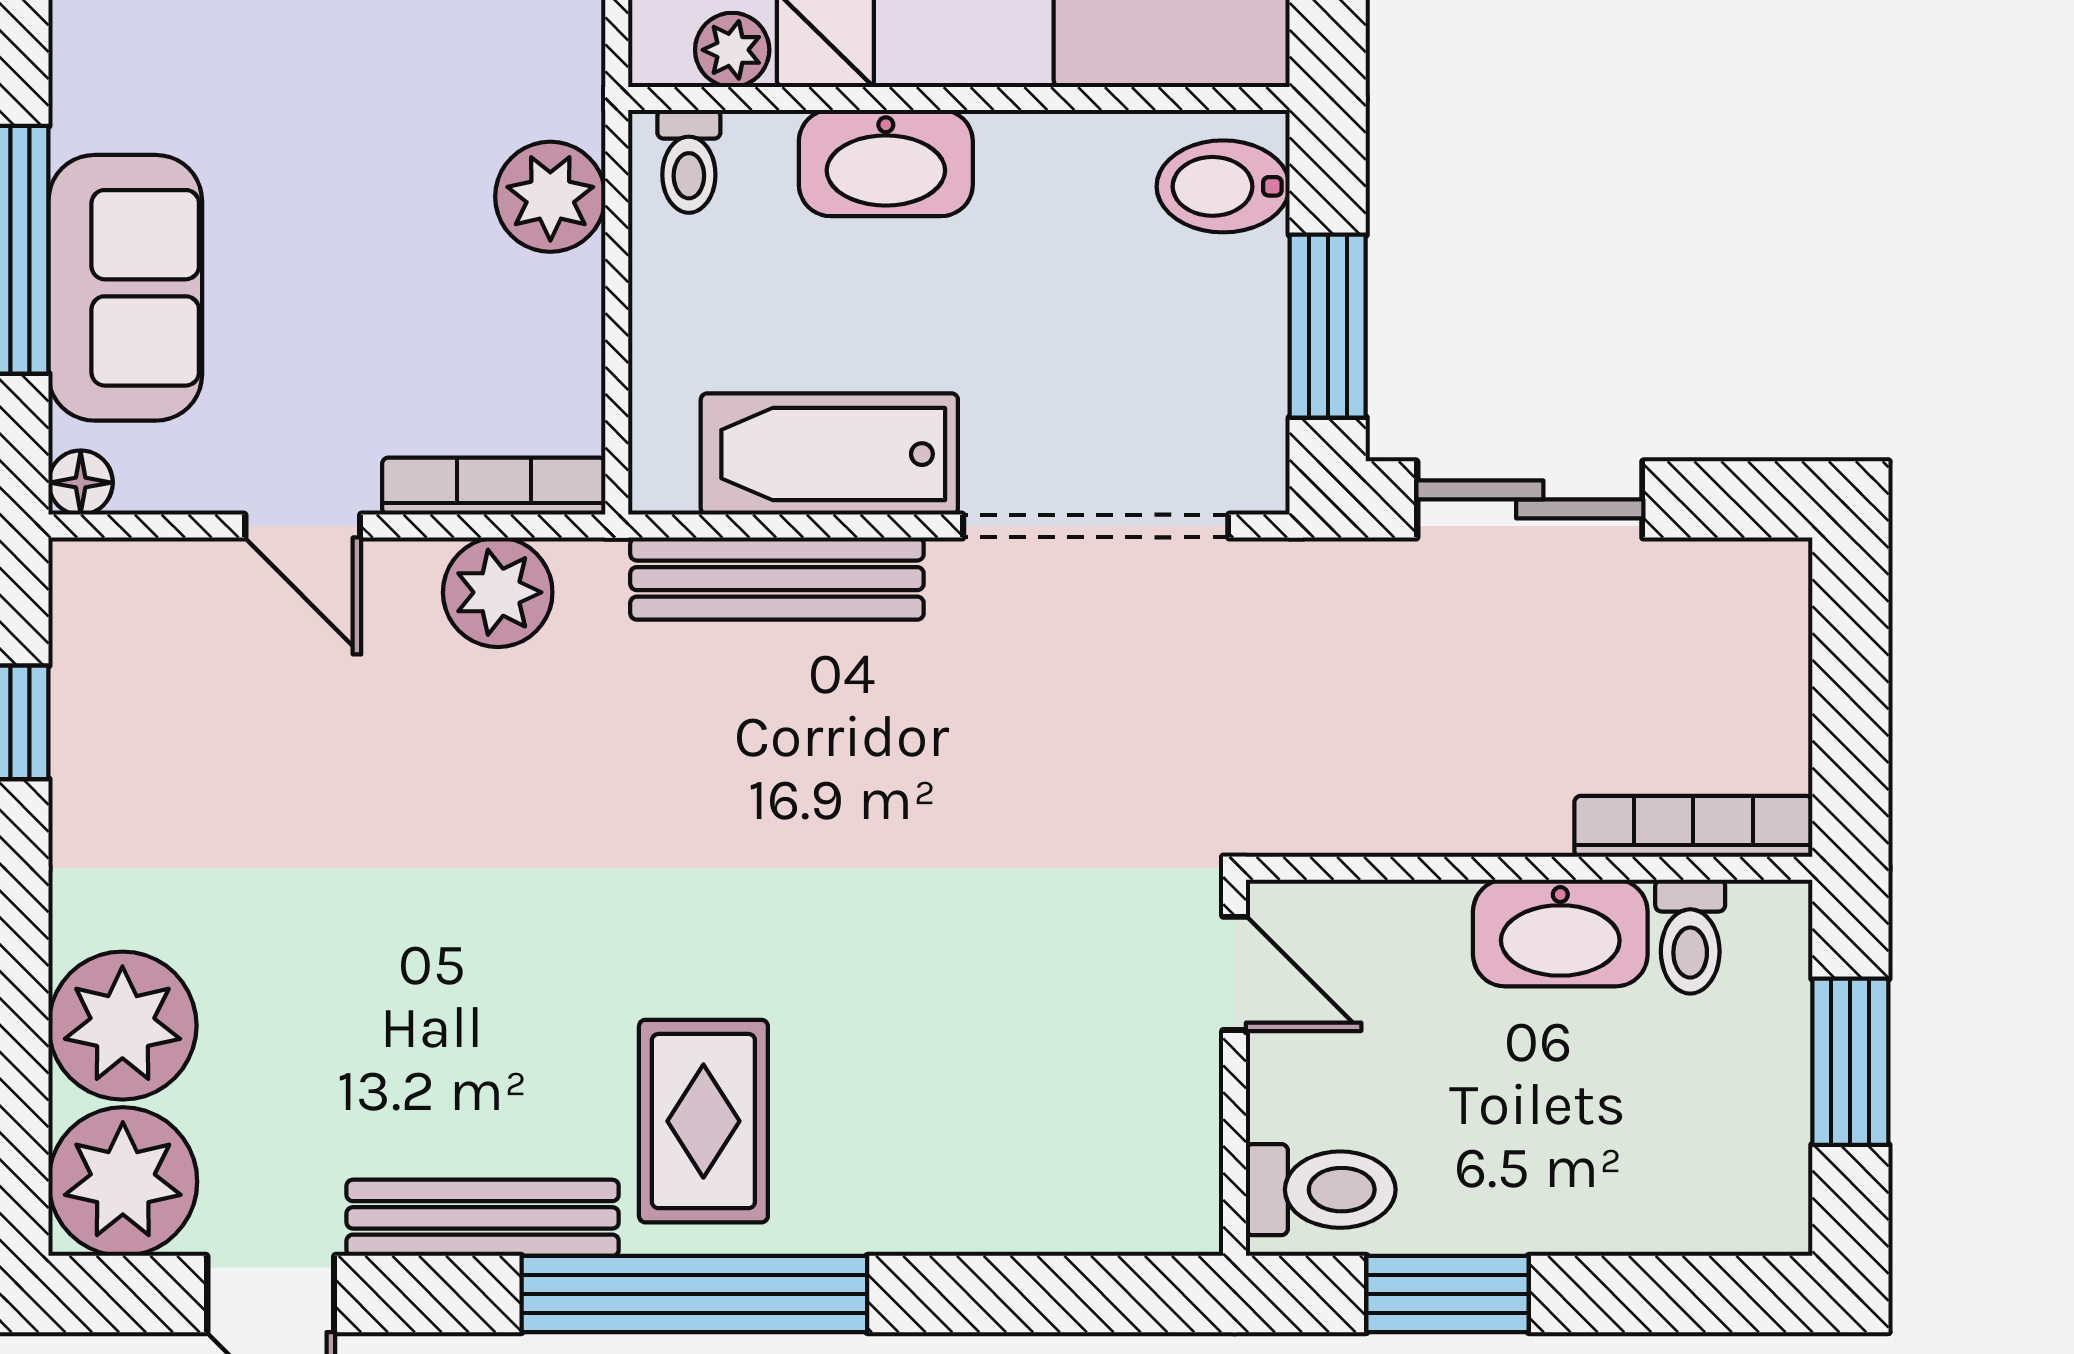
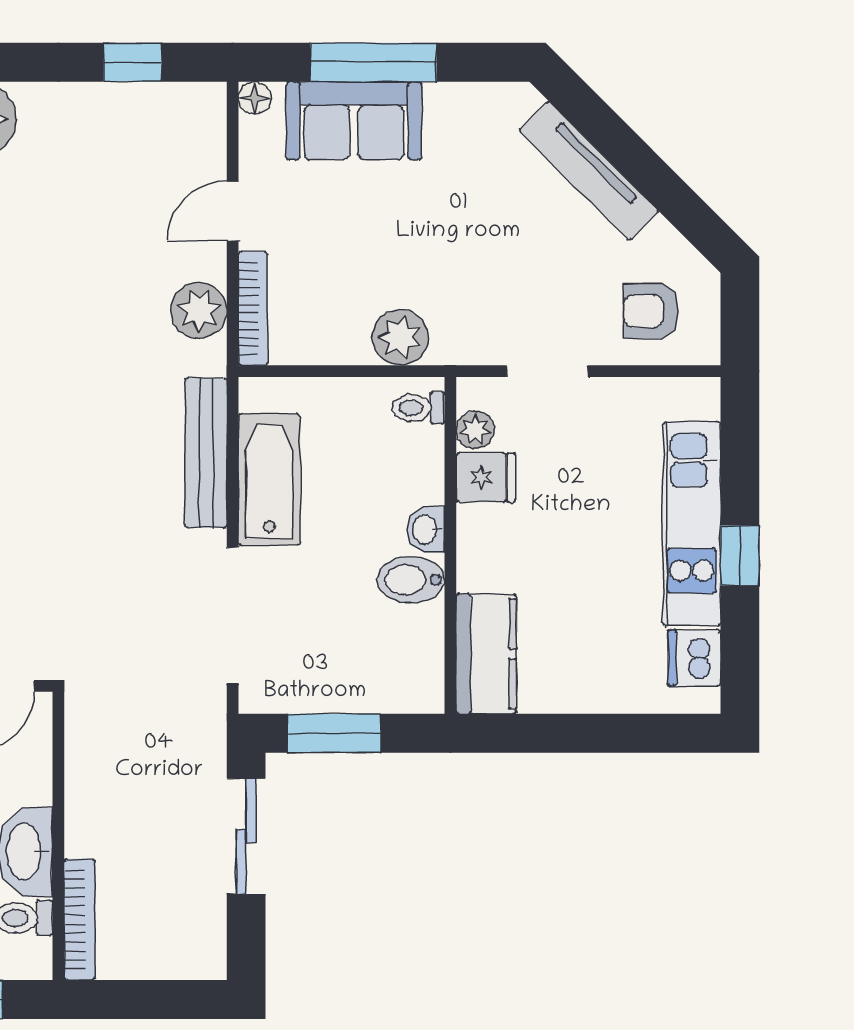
washbasin: (886, 163) -> (426, 529), width x0.52, depth x0.69
bidet: (1223, 186) -> (411, 580), moved, turned -90

